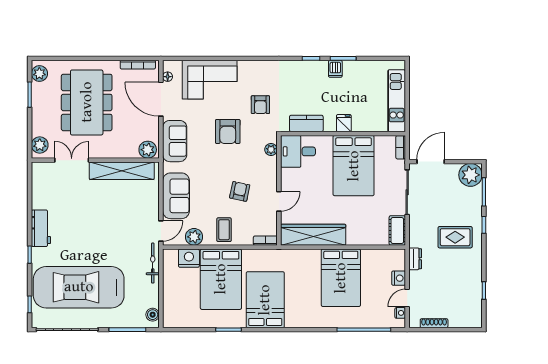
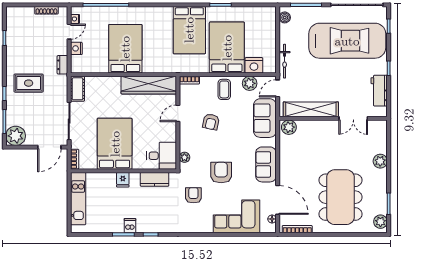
plant: (148, 150) -> (289, 127), moved
double door: (72, 160) -> (353, 118), moved
wall: (95, 160) -> (333, 118), moved
shelving: (122, 171) -> (311, 109), moved

